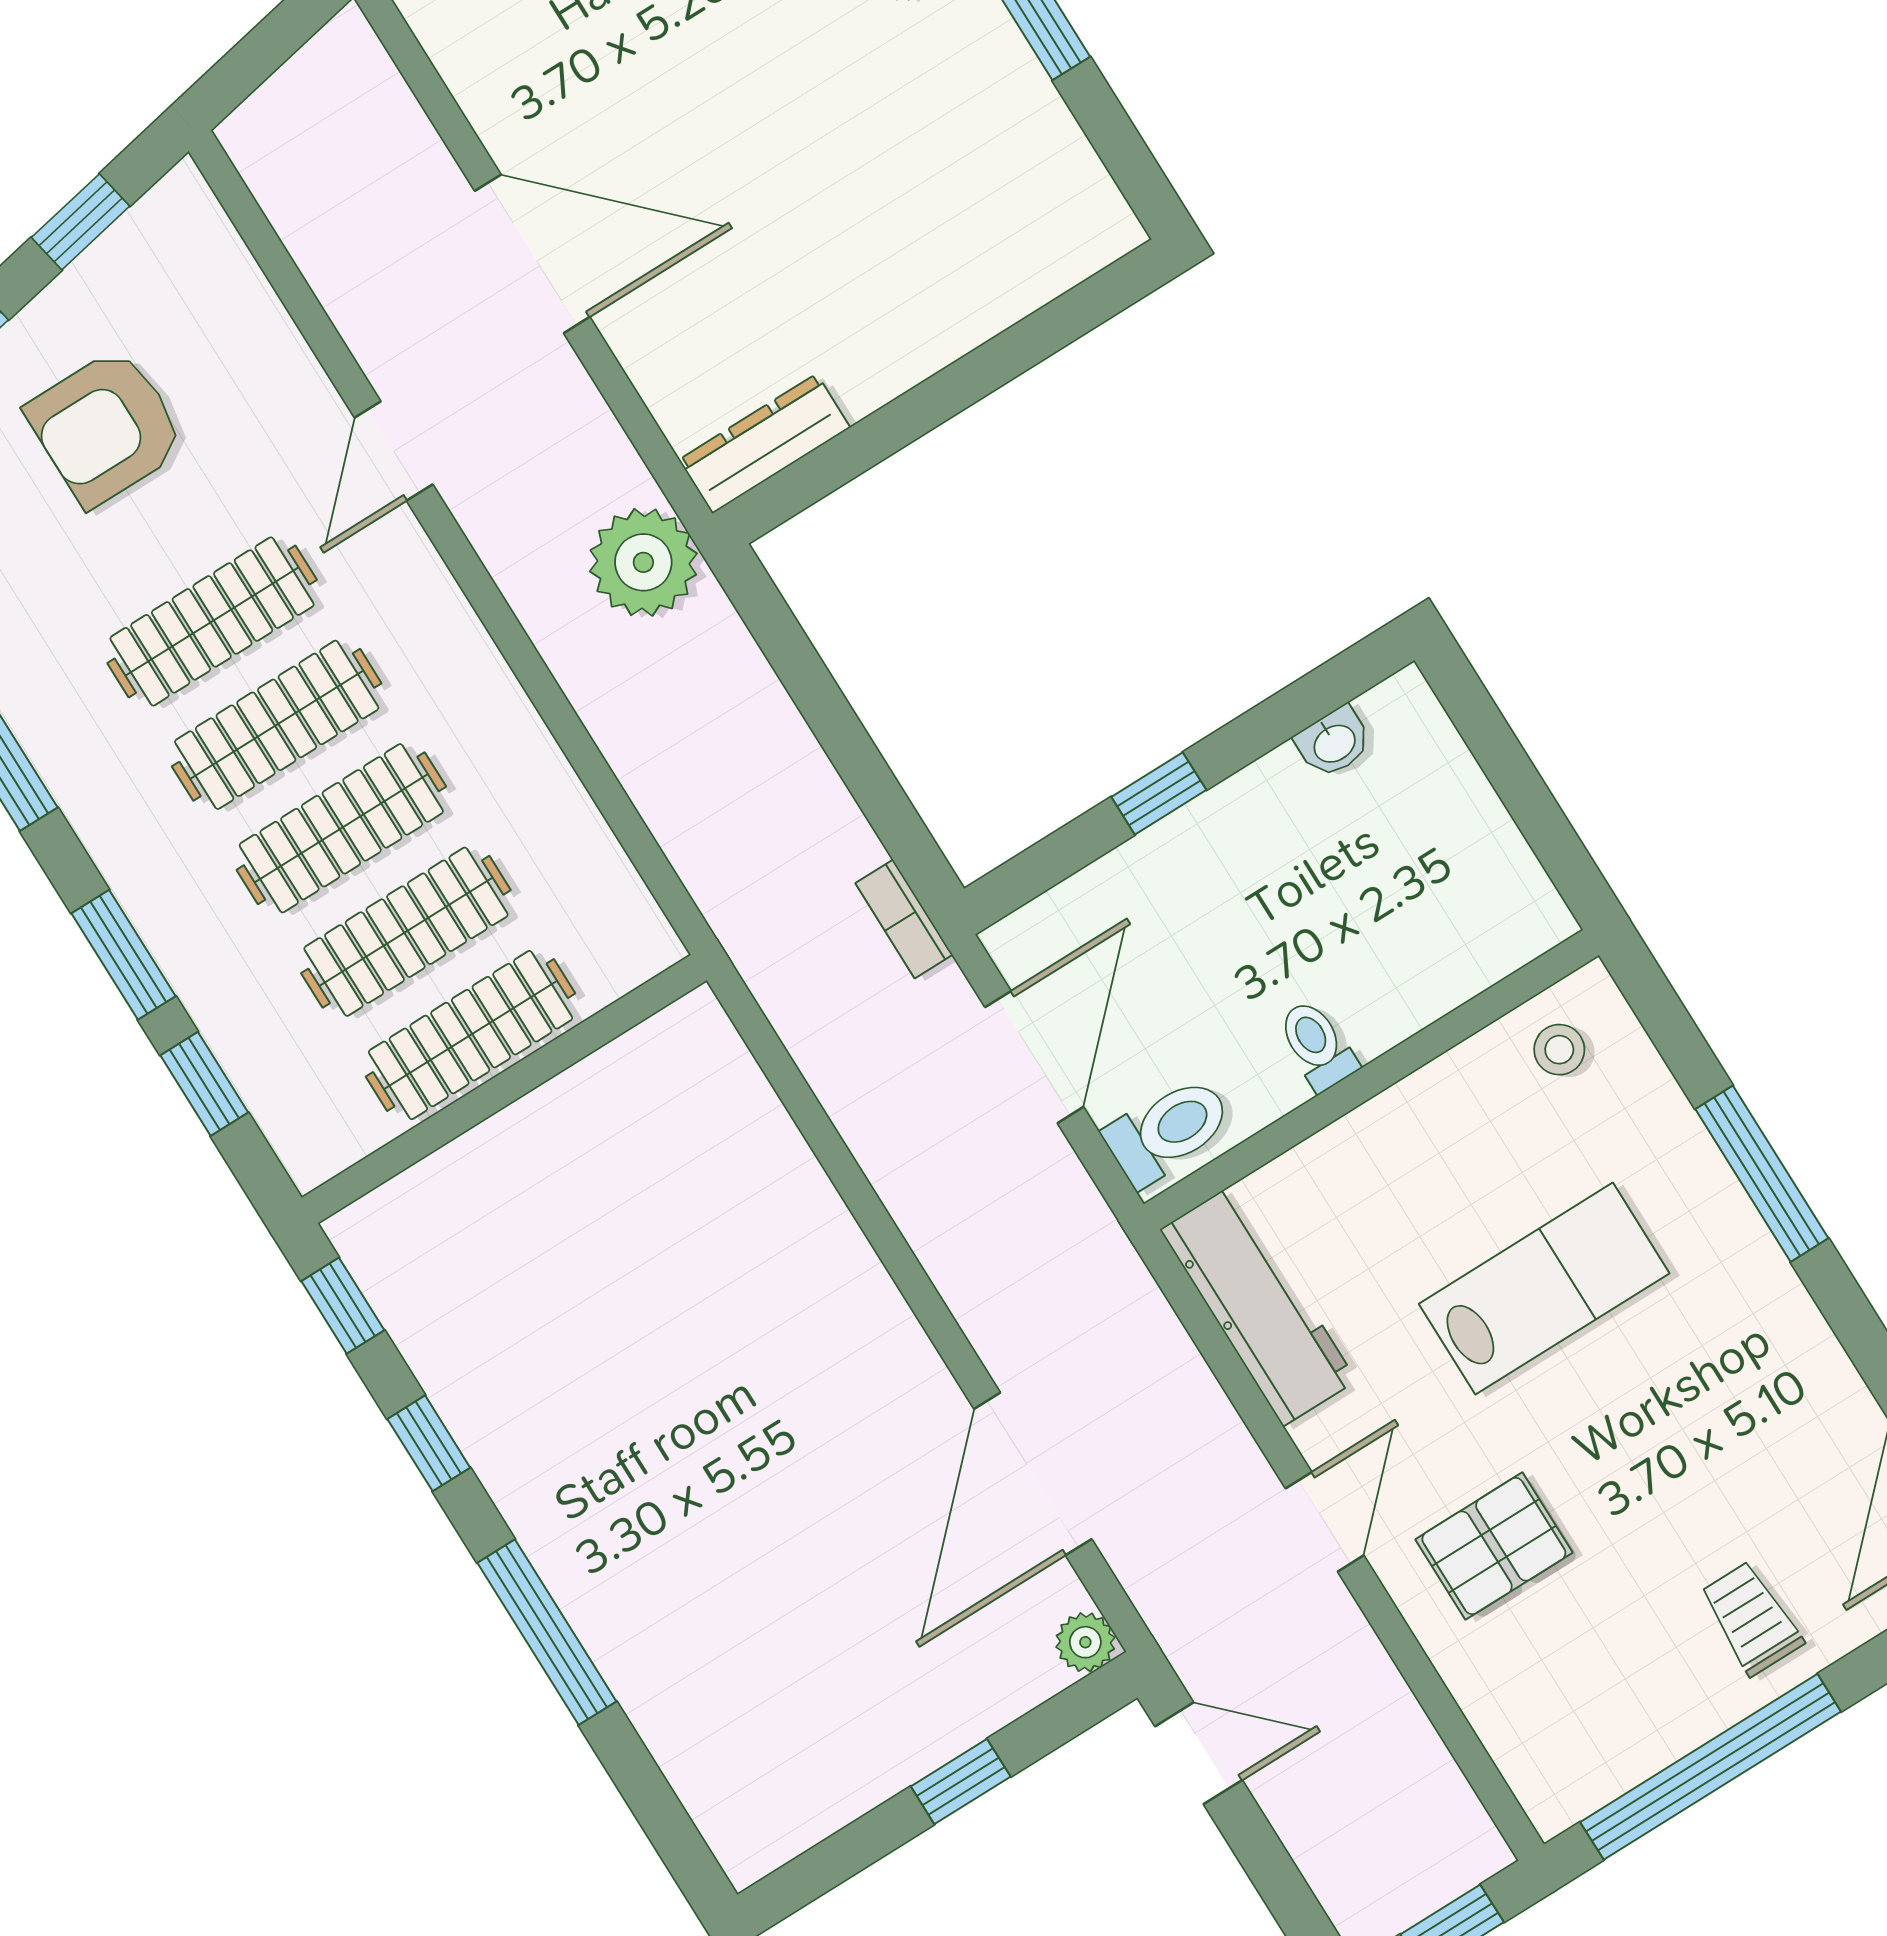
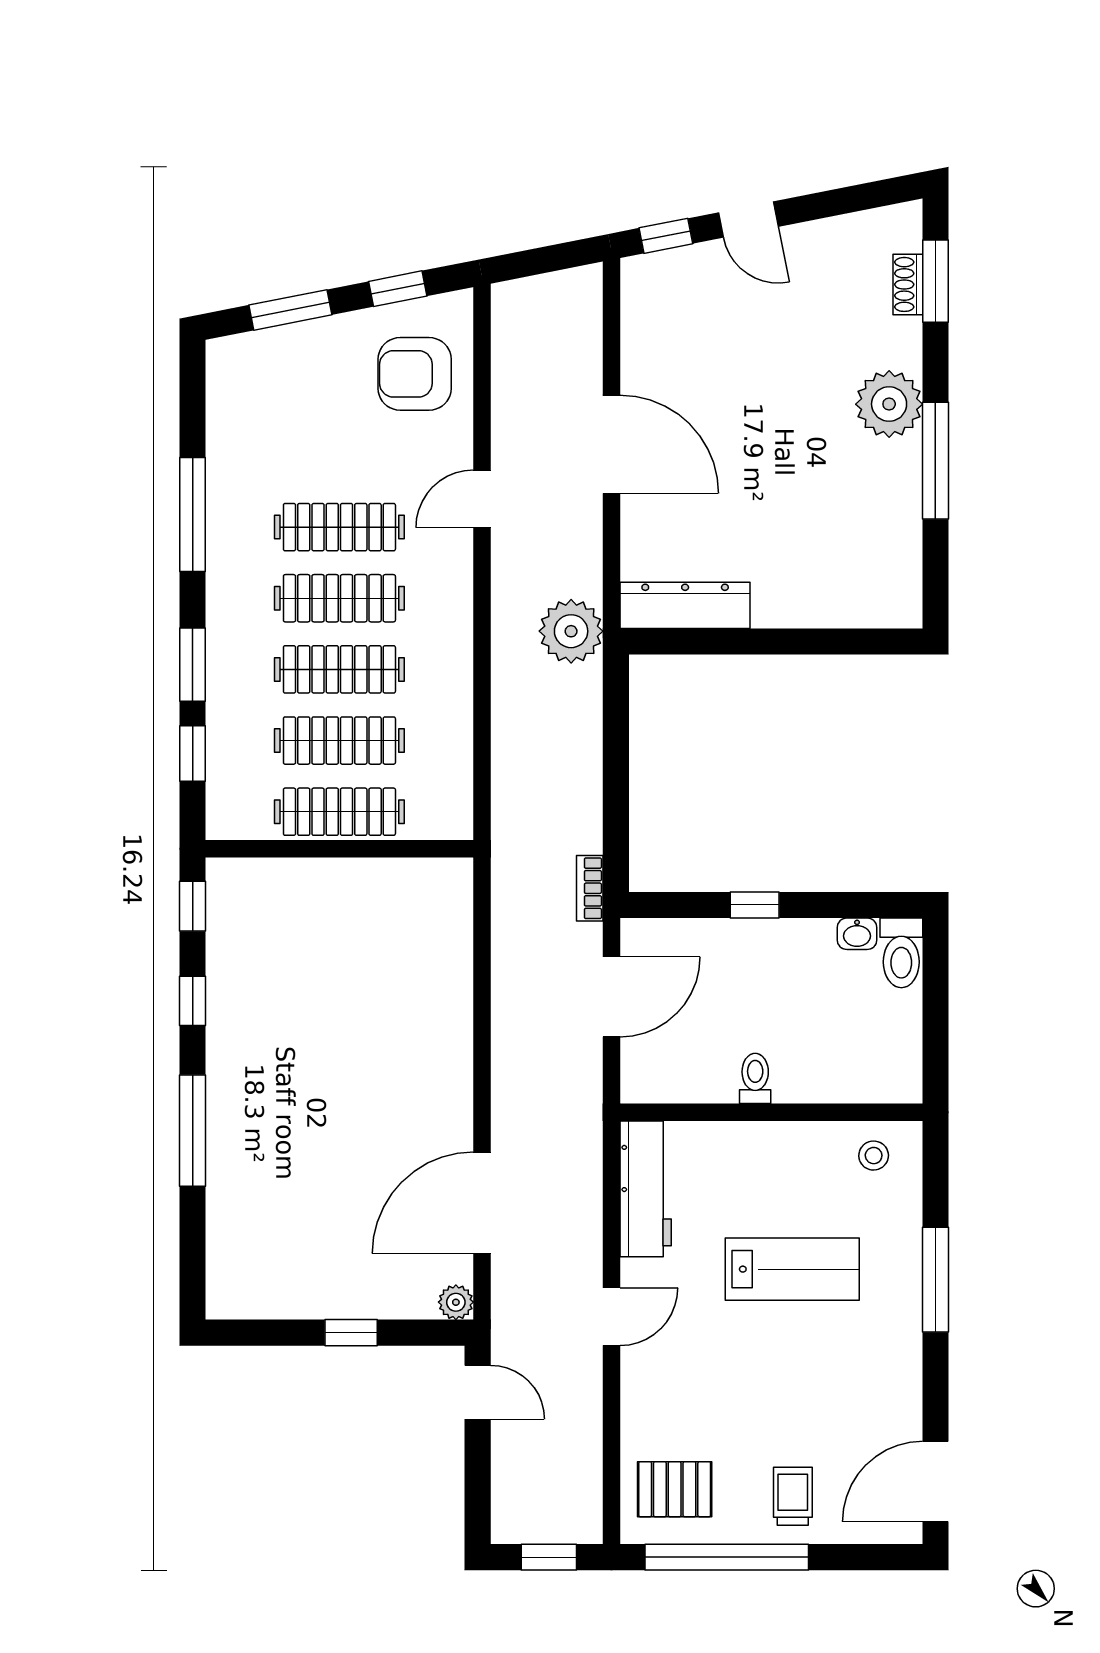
armchair: (106, 427) -> (415, 374), moved
dresser: (764, 444) -> (685, 605), width x1.37, depth x1.24
toilet: (1168, 1131) -> (901, 953), moved, turned 90
pallet: (1494, 1546) -> (675, 1489), moved

